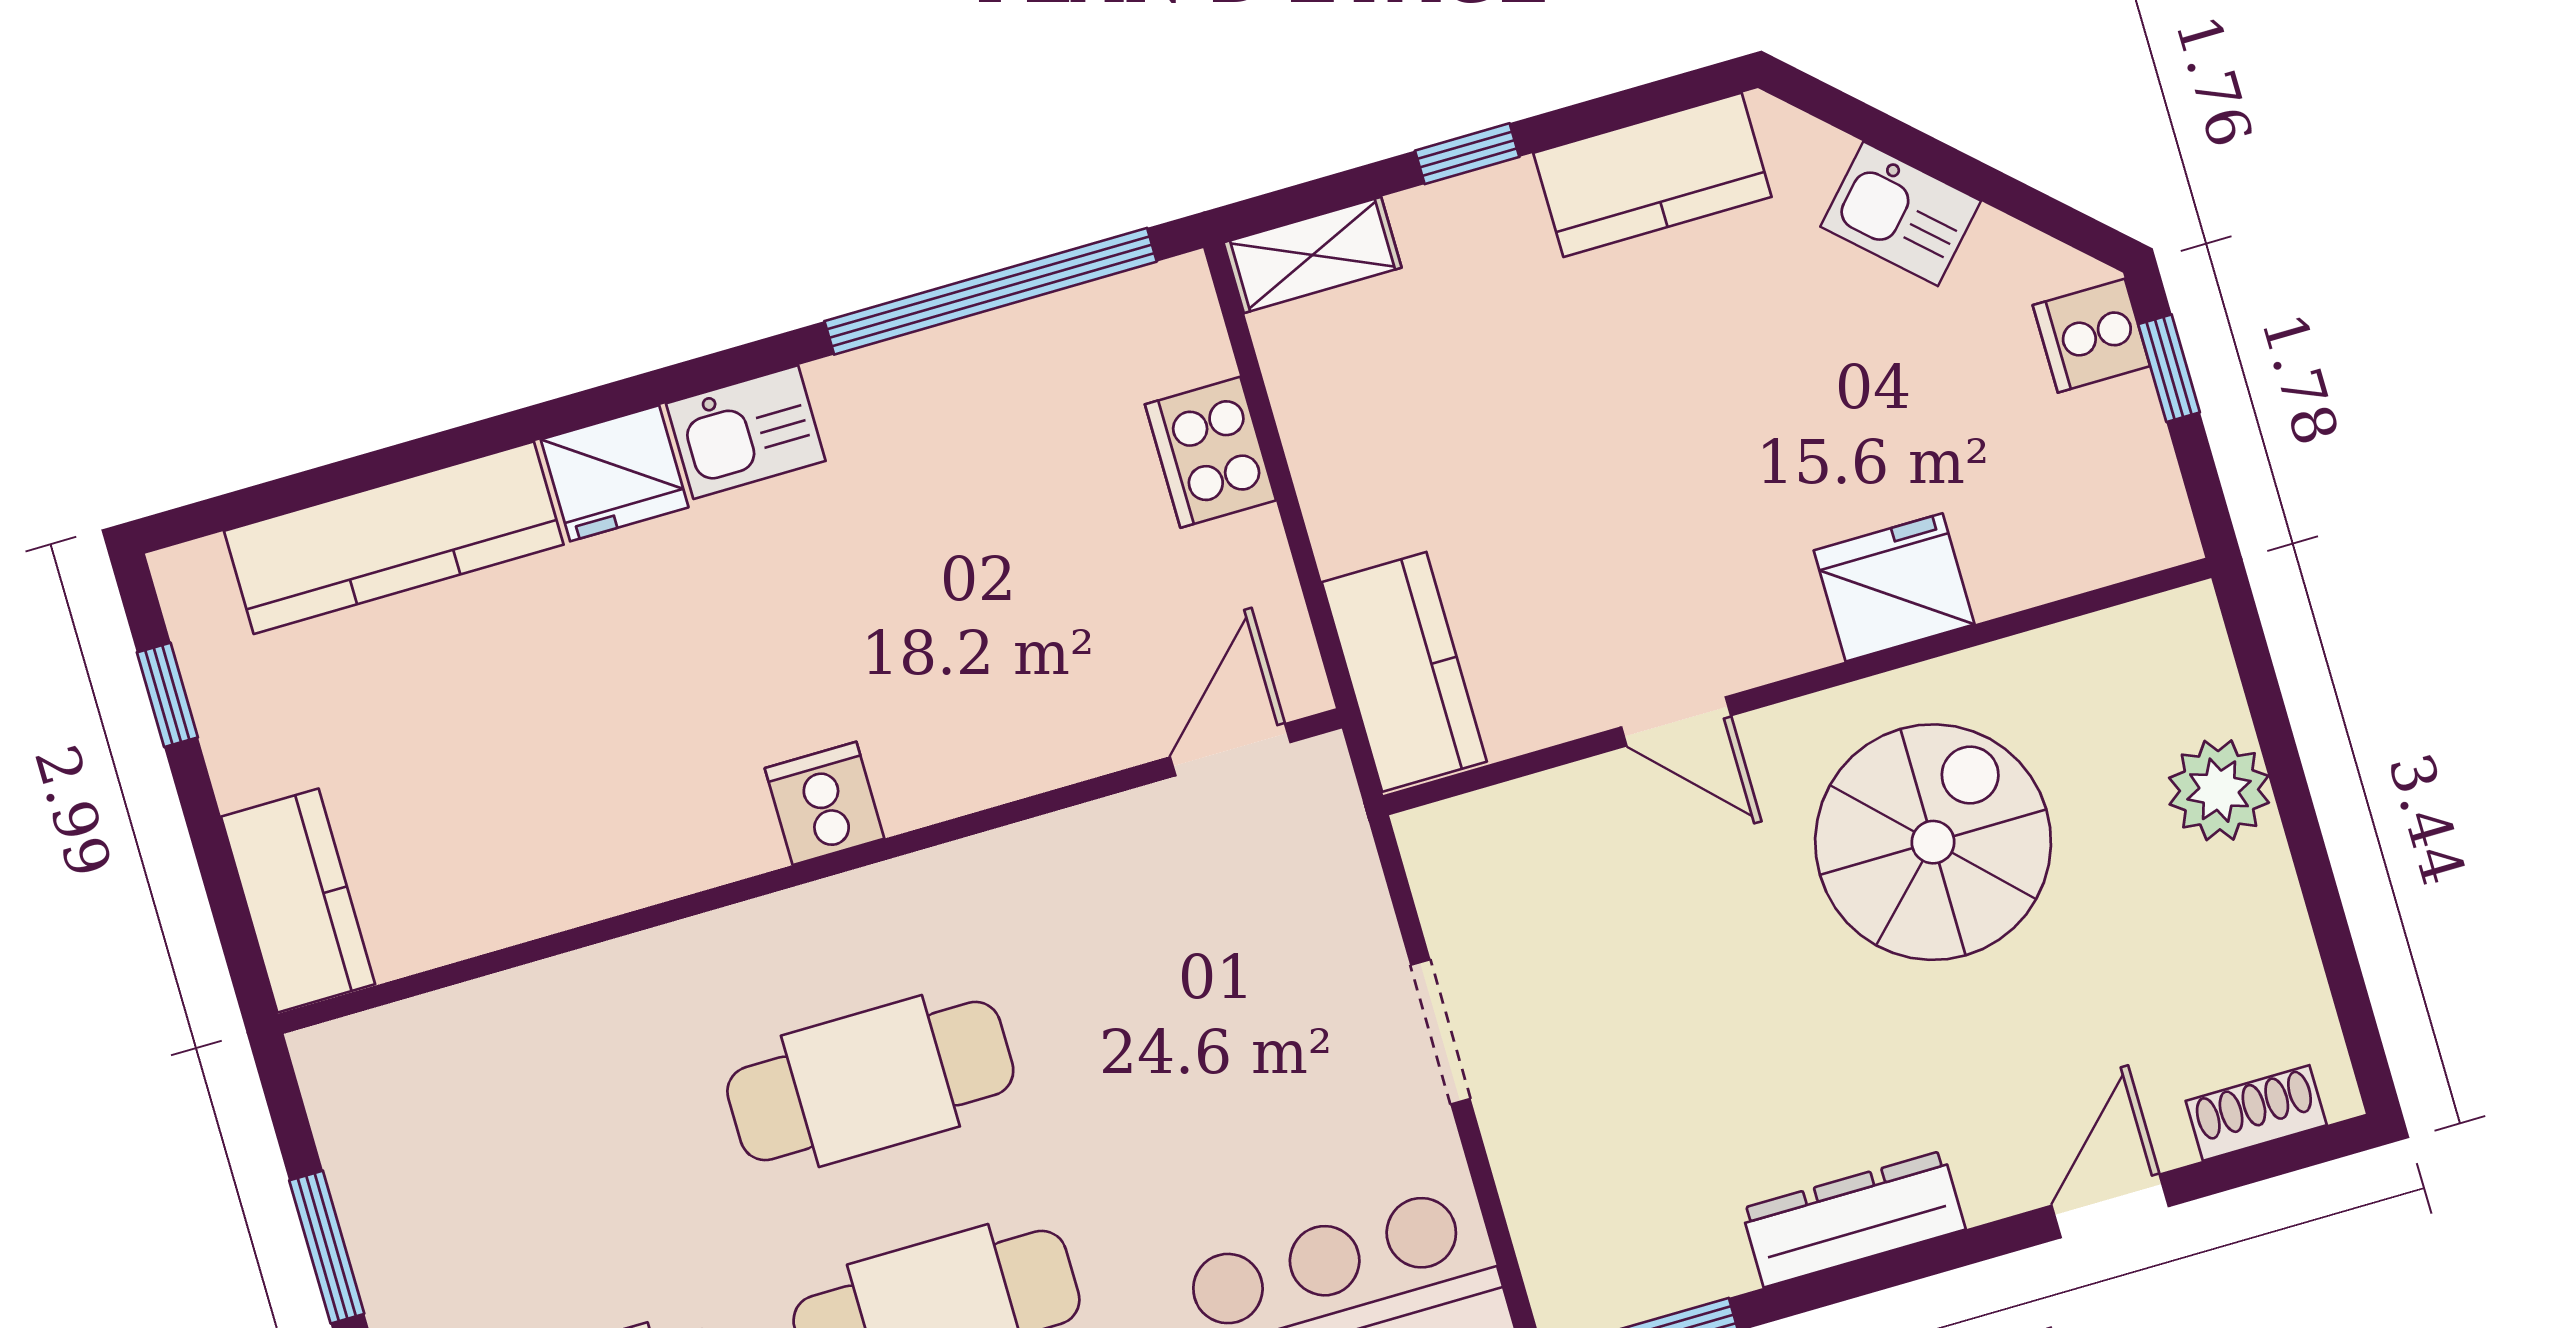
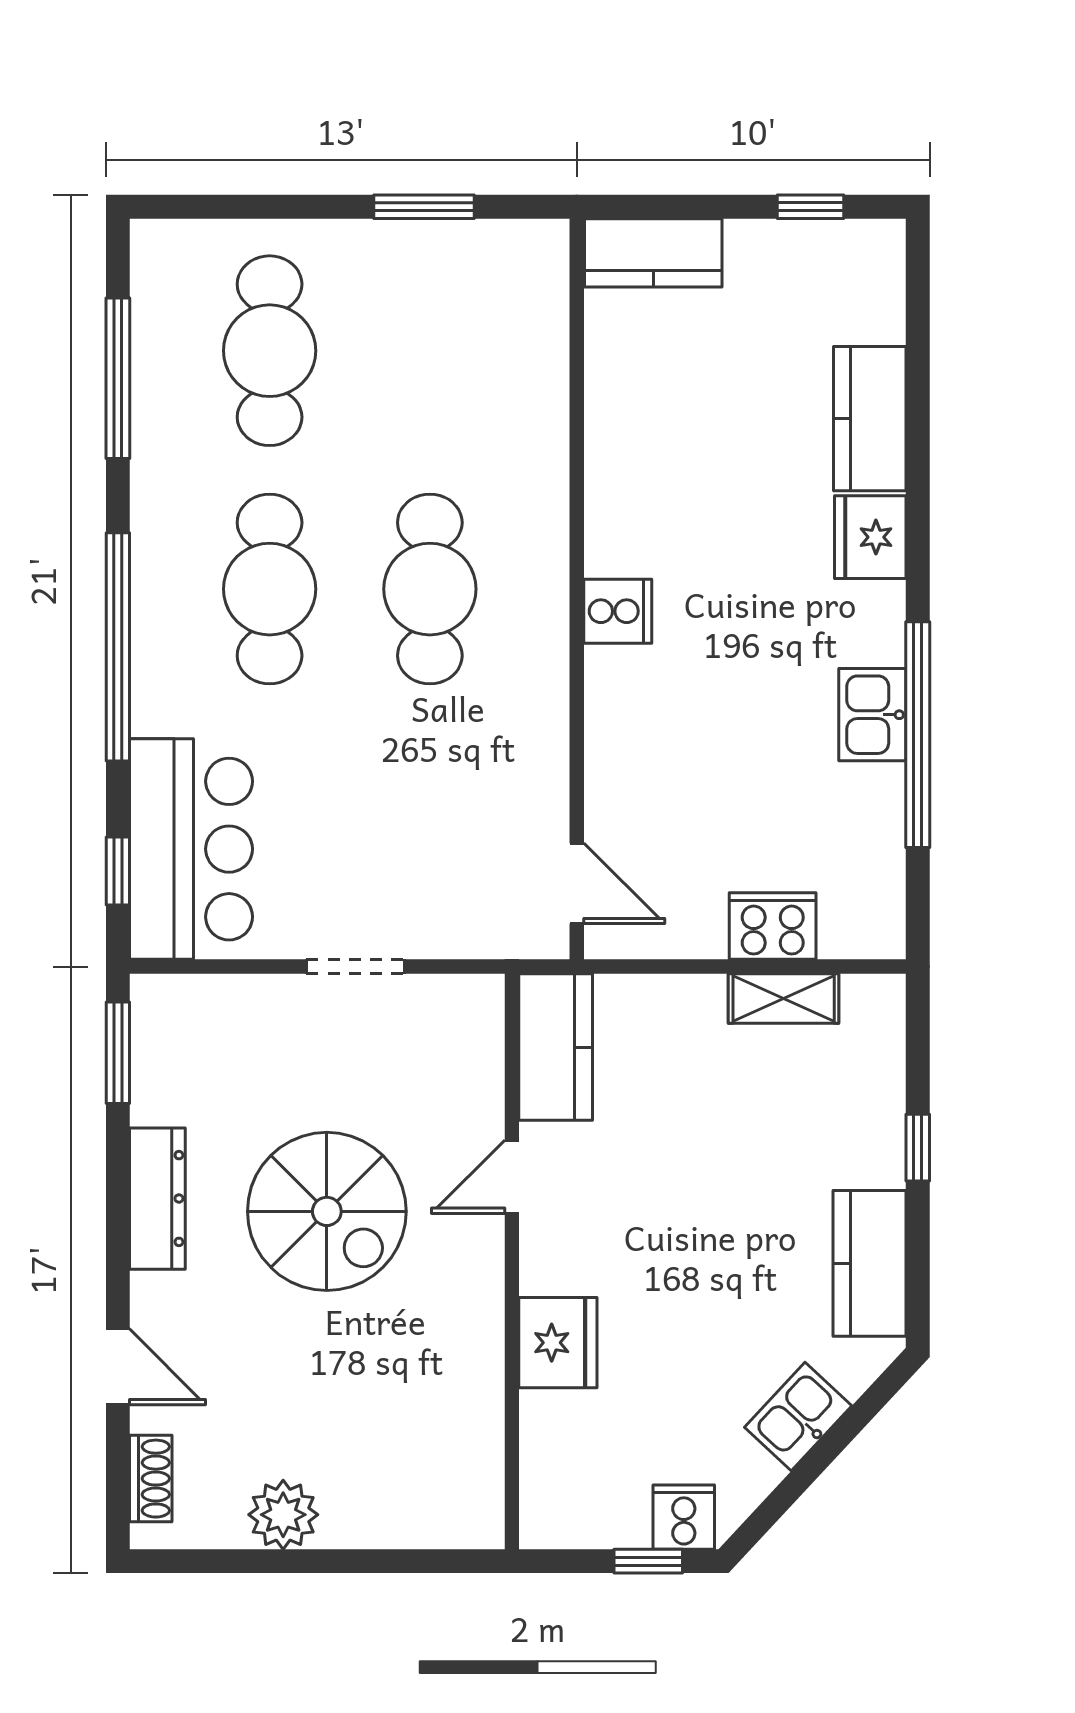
shelving: (1312, 255) -> (784, 998), moved, turned 90
window: (991, 291) -> (918, 735), moved
kitchen sink: (746, 432) -> (872, 715), moved
kitchen counter: (394, 538) -> (870, 419), width x0.67
kitchen counter: (1404, 672) -> (556, 1047), moved, turned -90
plant: (2219, 790) -> (283, 1515), moved
spiral stairs: (1933, 842) -> (327, 1211), moved

